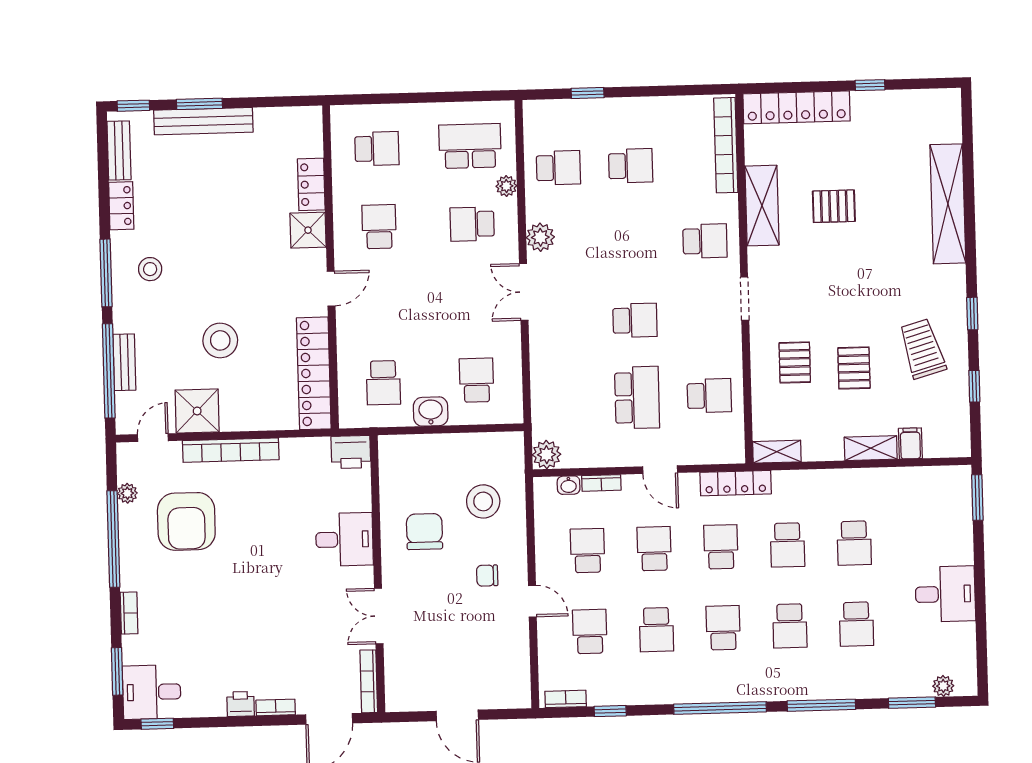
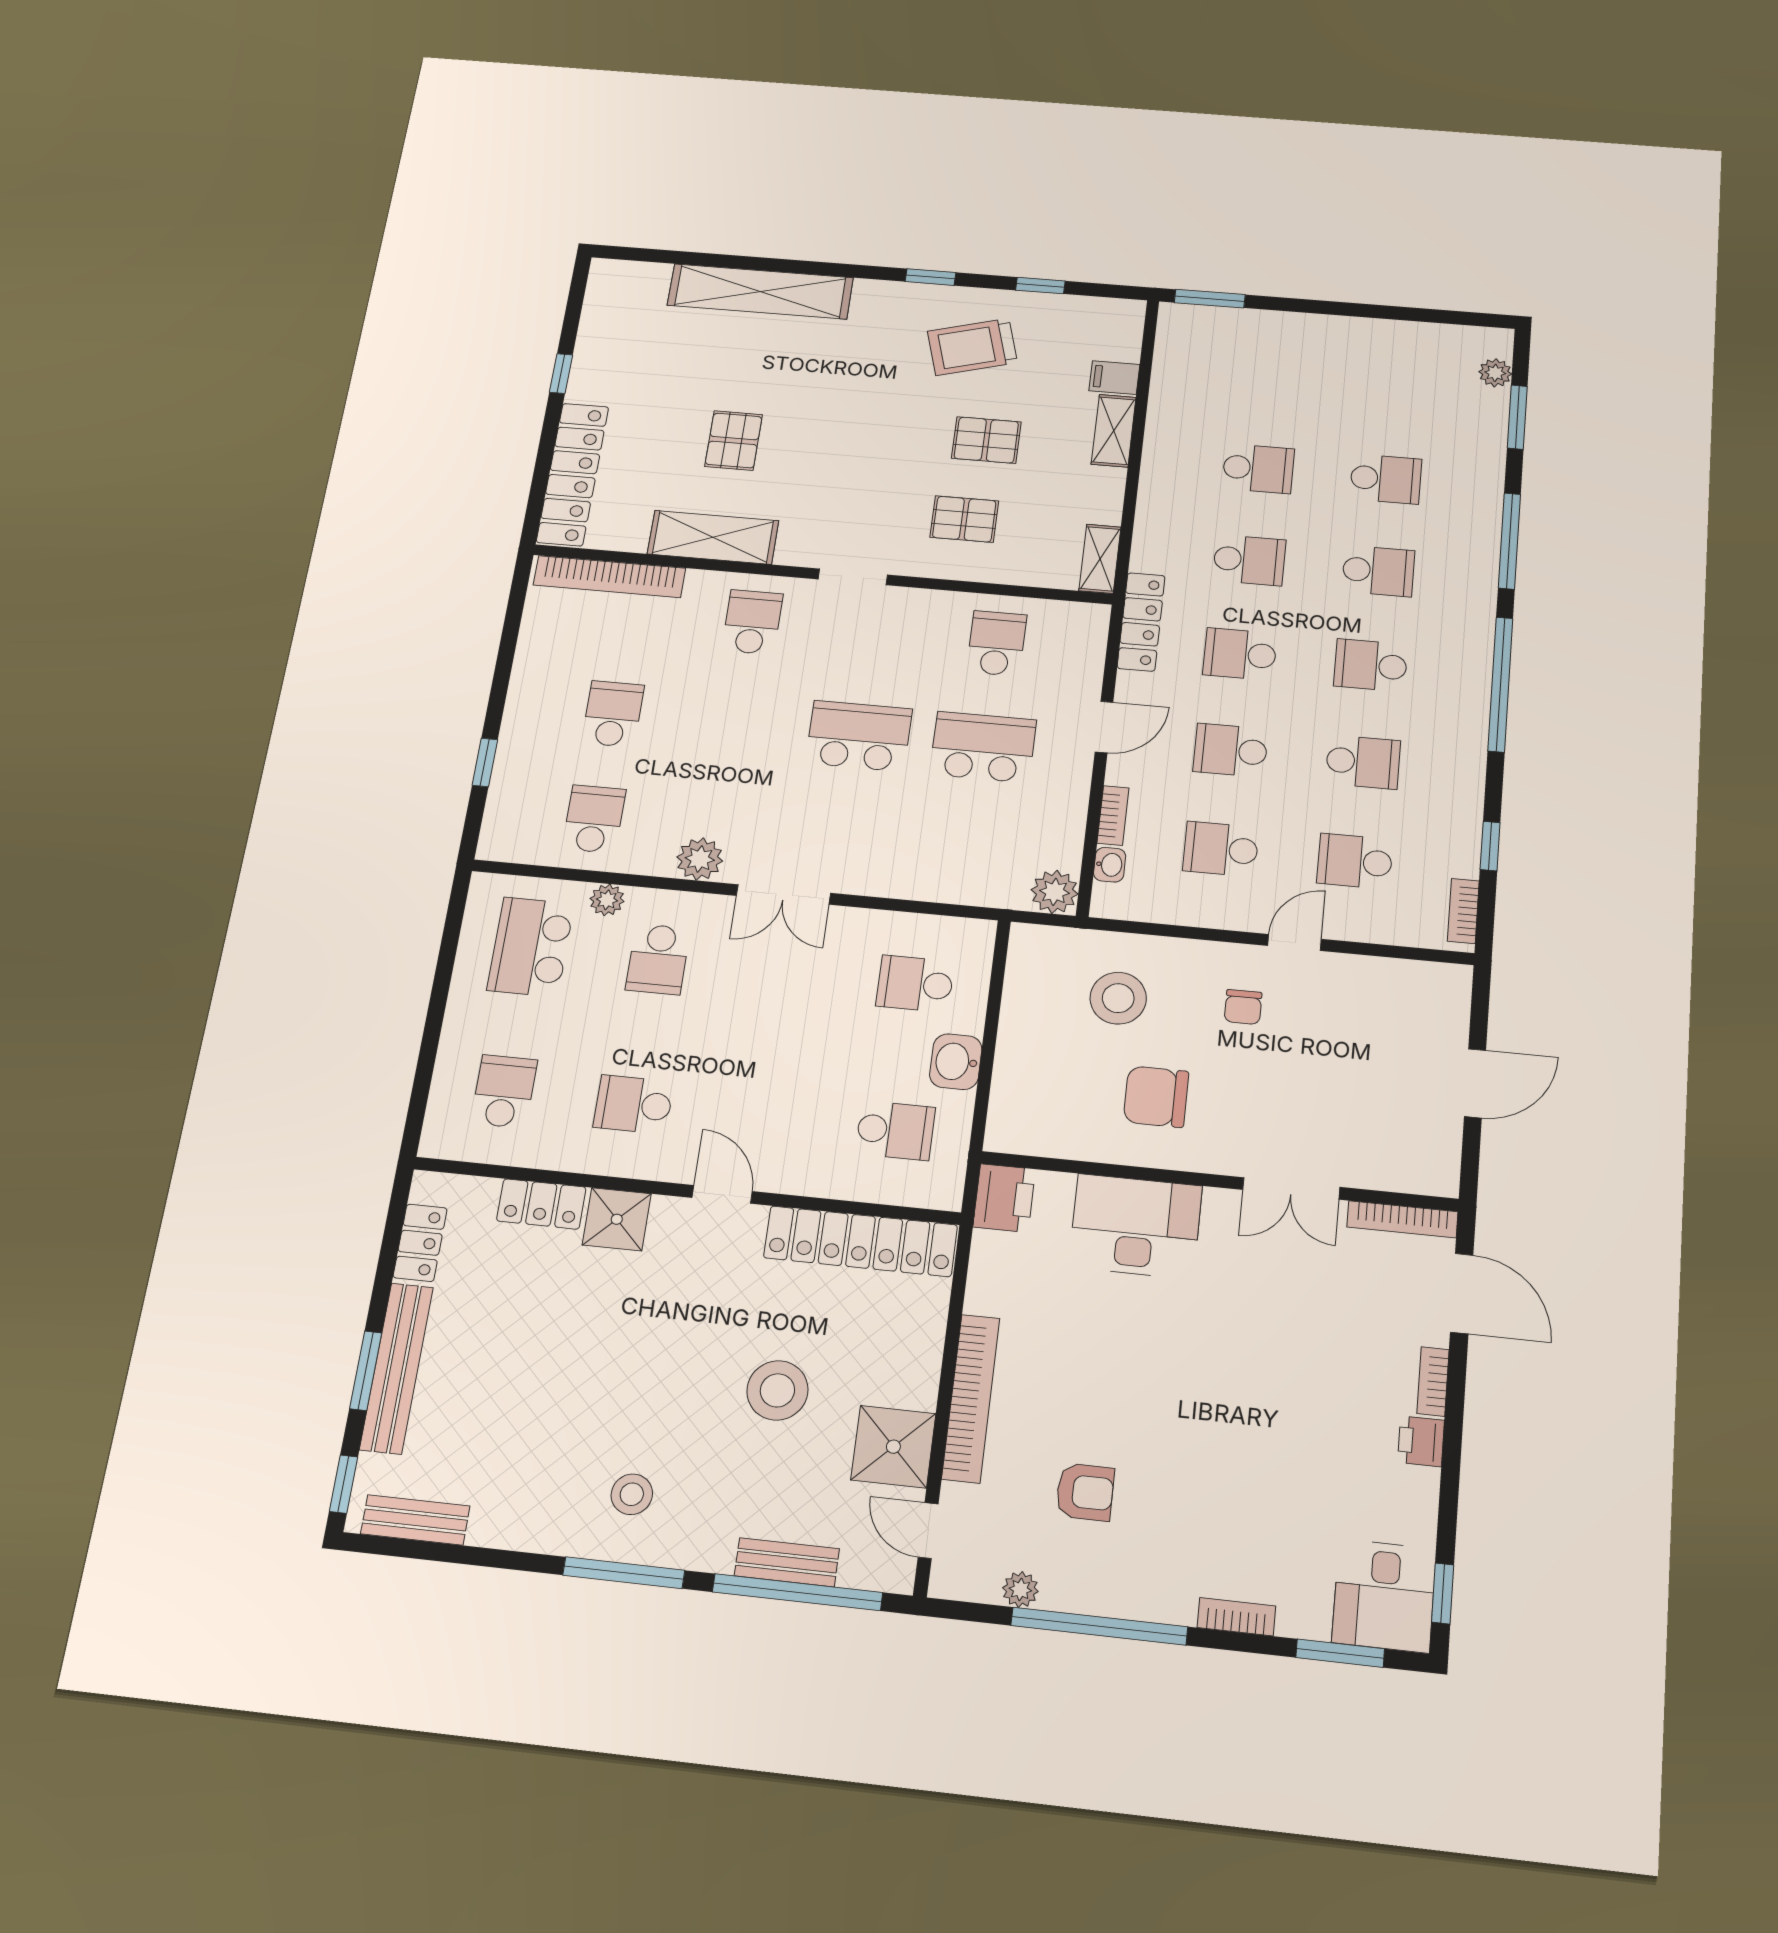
locker: (121, 206) -> (420, 1243), moved, turned 90
school desk: (635, 320) -> (859, 736), width x1.85
armchair: (186, 521) -> (1085, 1492), width x0.53, depth x0.53
desk: (344, 539) -> (1135, 1226), width x1.37
desk: (945, 594) -> (1353, 356), removed

